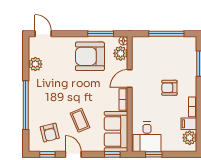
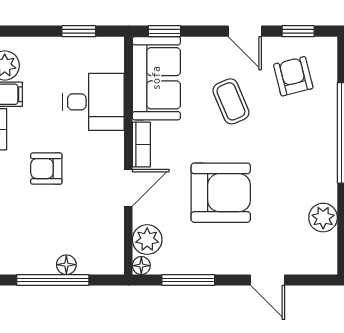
door: (43, 34) -> (268, 280), moved
floor lamp: (160, 41) -> (66, 265), added
armchair: (90, 56) -> (221, 193), moved
armchair: (169, 88) -> (46, 169), turned 180
desk: (147, 137) -> (93, 102), moved, turned 90

